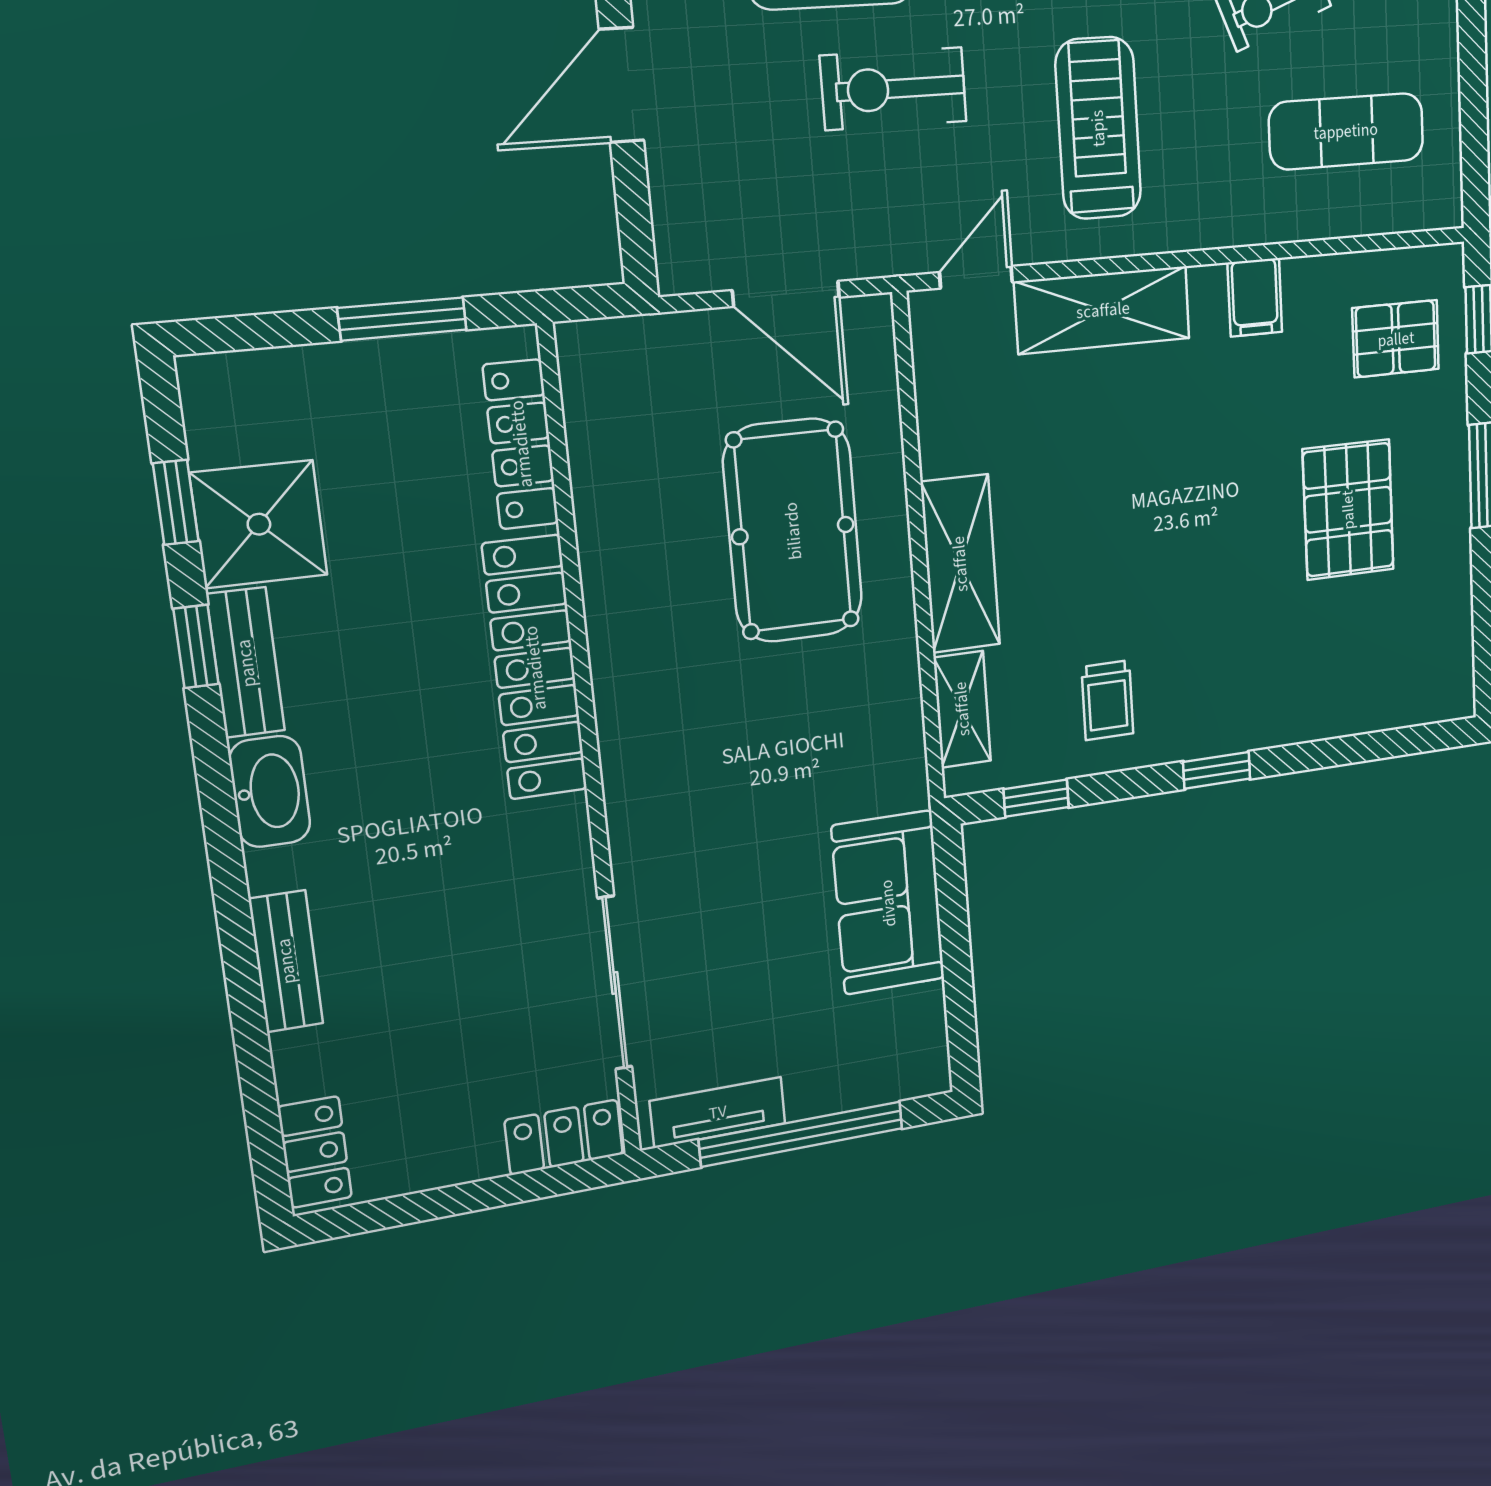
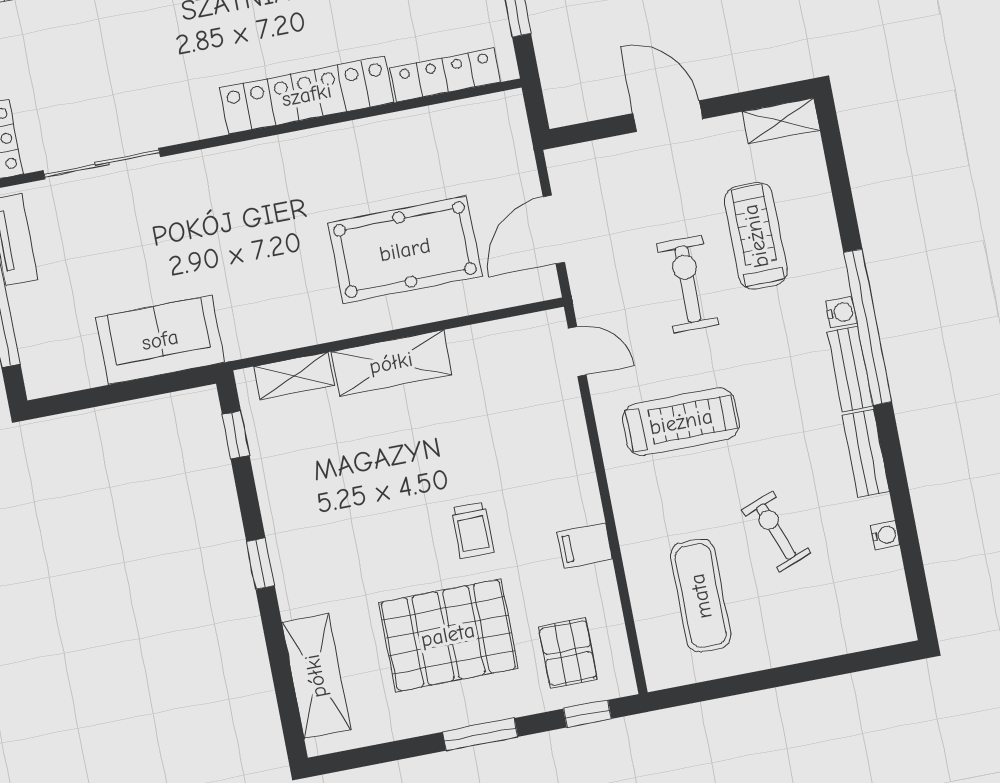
shelving: (1103, 310) -> (316, 676), moved
pallet: (1348, 510) -> (448, 635), width x1.37, depth x1.41
trolley: (1108, 700) -> (472, 530), moved, turned -90

